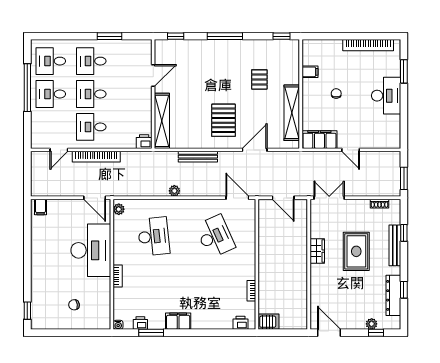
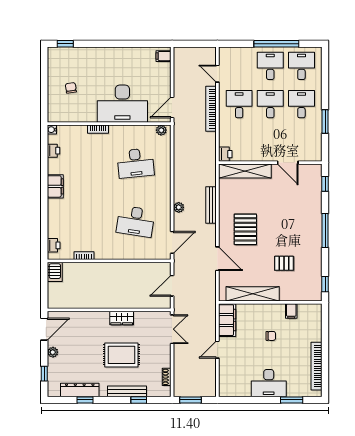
pallet: (224, 120) -> (245, 229), turned 90
plant: (174, 191) -> (179, 207), moved
desk: (215, 236) -> (136, 221), turned 33
plant: (372, 324) -> (53, 352), moved
window: (151, 333) -> (44, 161), removed

